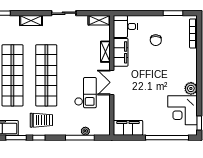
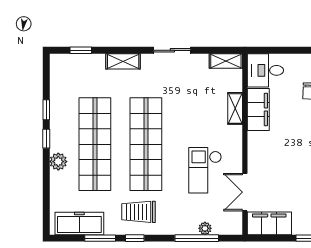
double door: (112, 82) -> (245, 192), moved
checkout: (85, 93) -> (205, 170), turned 180
trolley: (41, 120) -> (139, 212), turned 180

